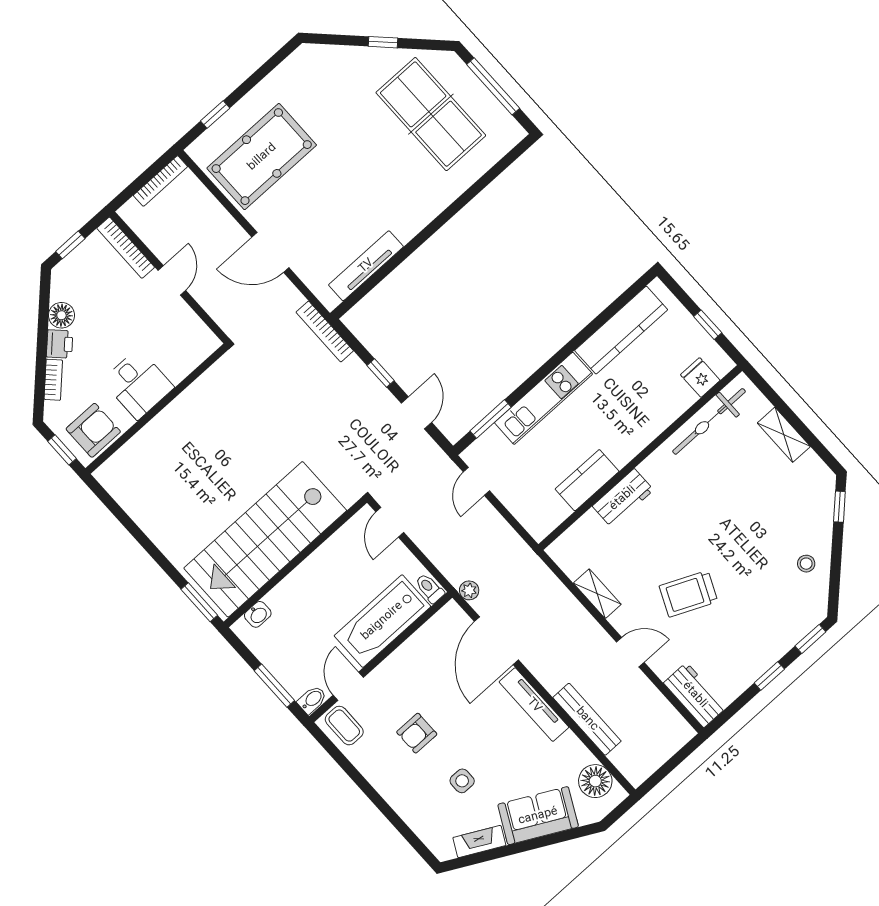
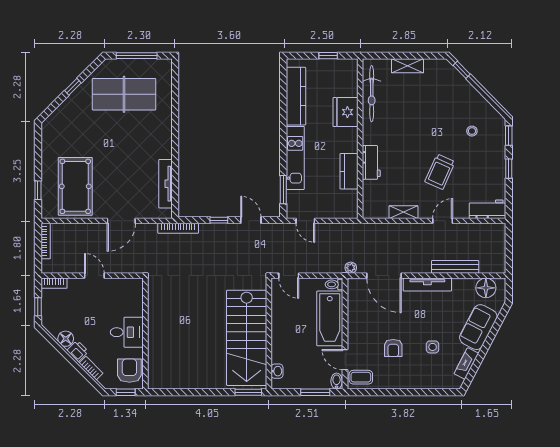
bookcase: (126, 248) -> (54, 283), width x0.64
fridge: (700, 377) -> (346, 112), moved, width x1.88, depth x1.34
stool: (806, 564) -> (472, 131), moved

